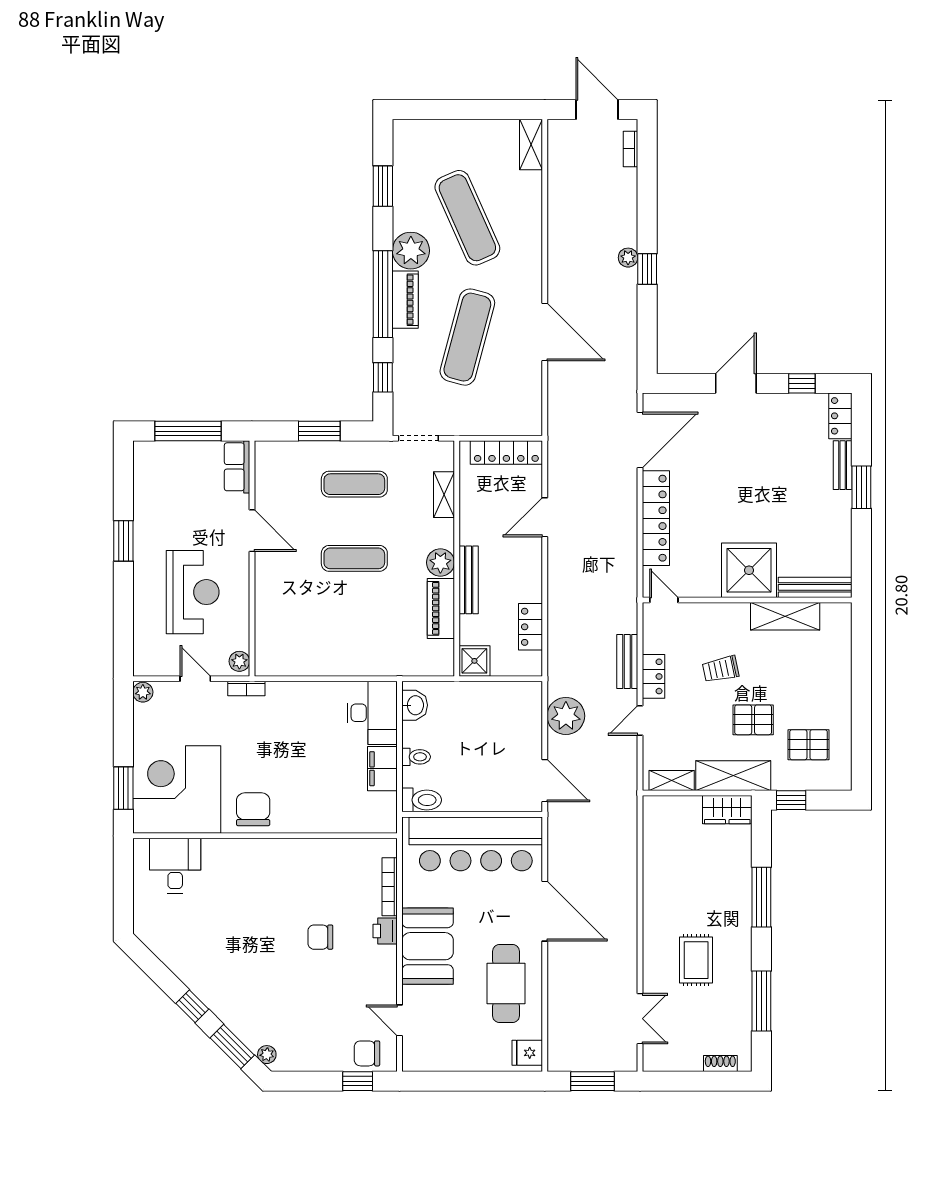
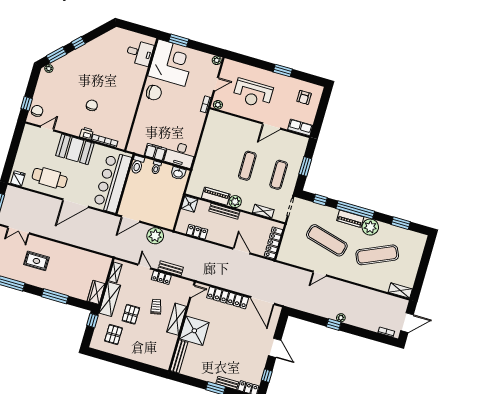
door: (545, 332) -> (320, 274), width x0.53
window: (188, 431) -> (321, 111), removed
armchair: (169, 477) -> (304, 97), added
shelving: (785, 616) -> (177, 319), moved

